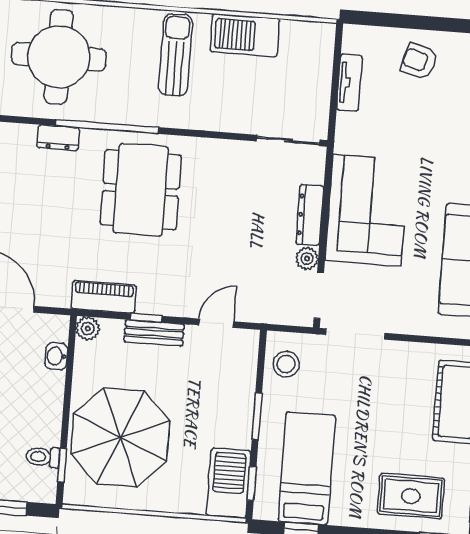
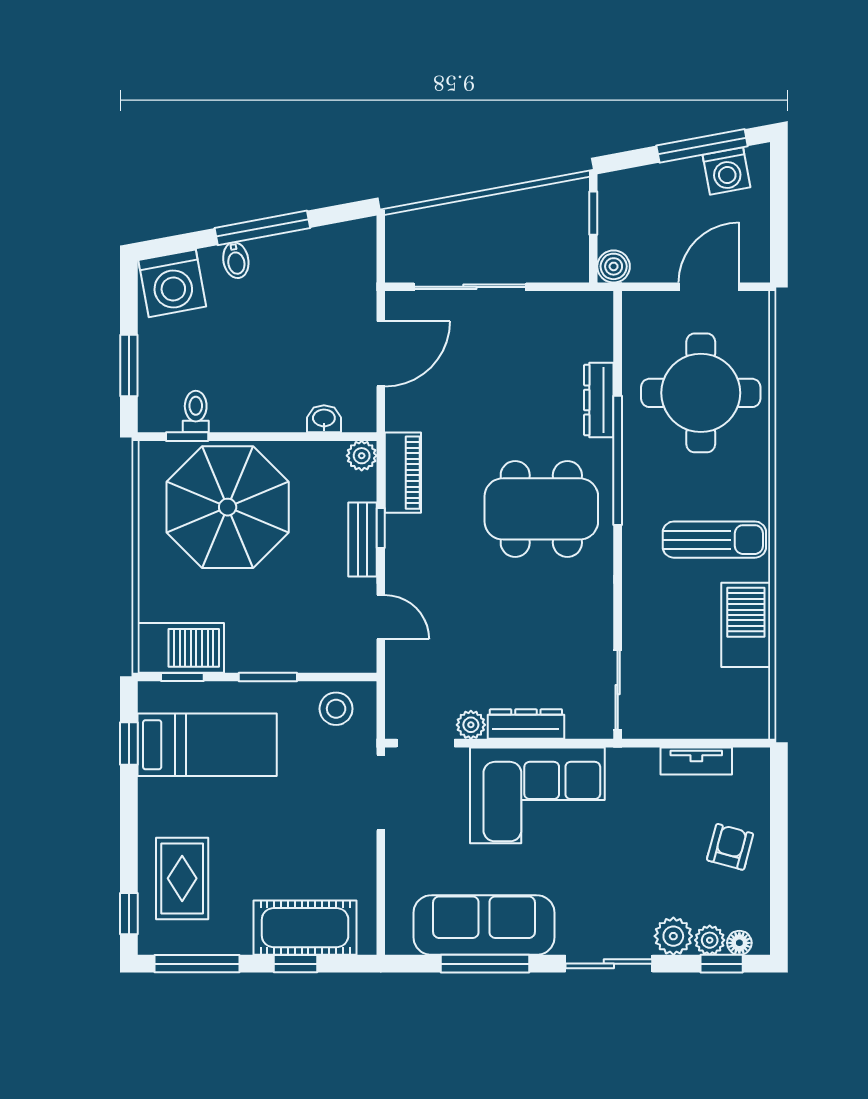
dresser: (58, 138) -> (599, 400), width x1.44

